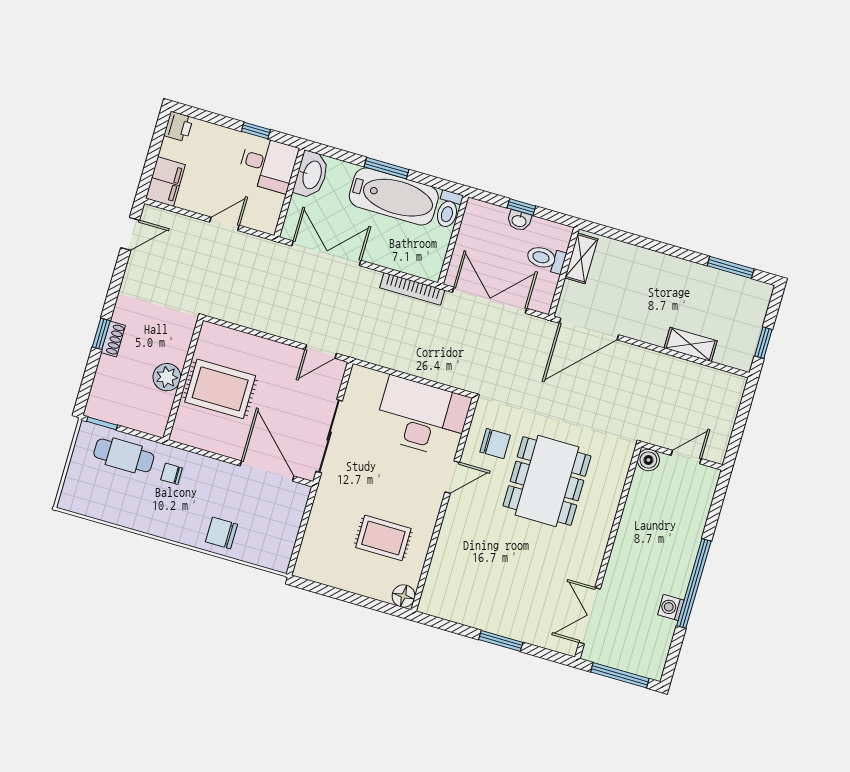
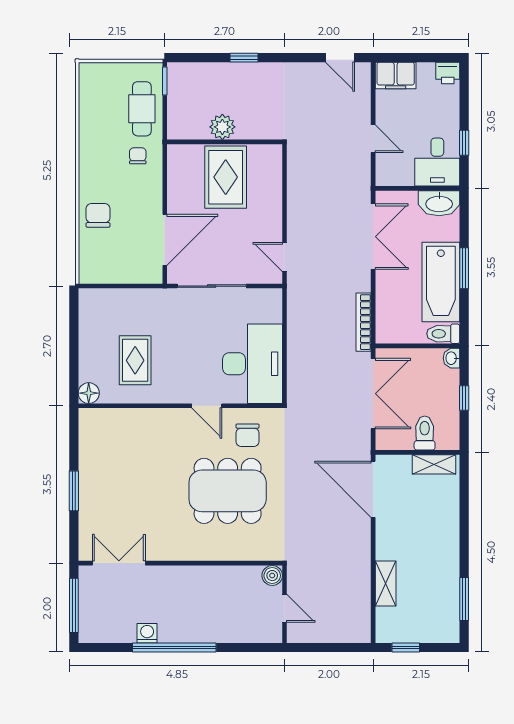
washbasin: (519, 221) -> (452, 358), moved
shoe rack: (113, 339) -> (242, 69), removed

